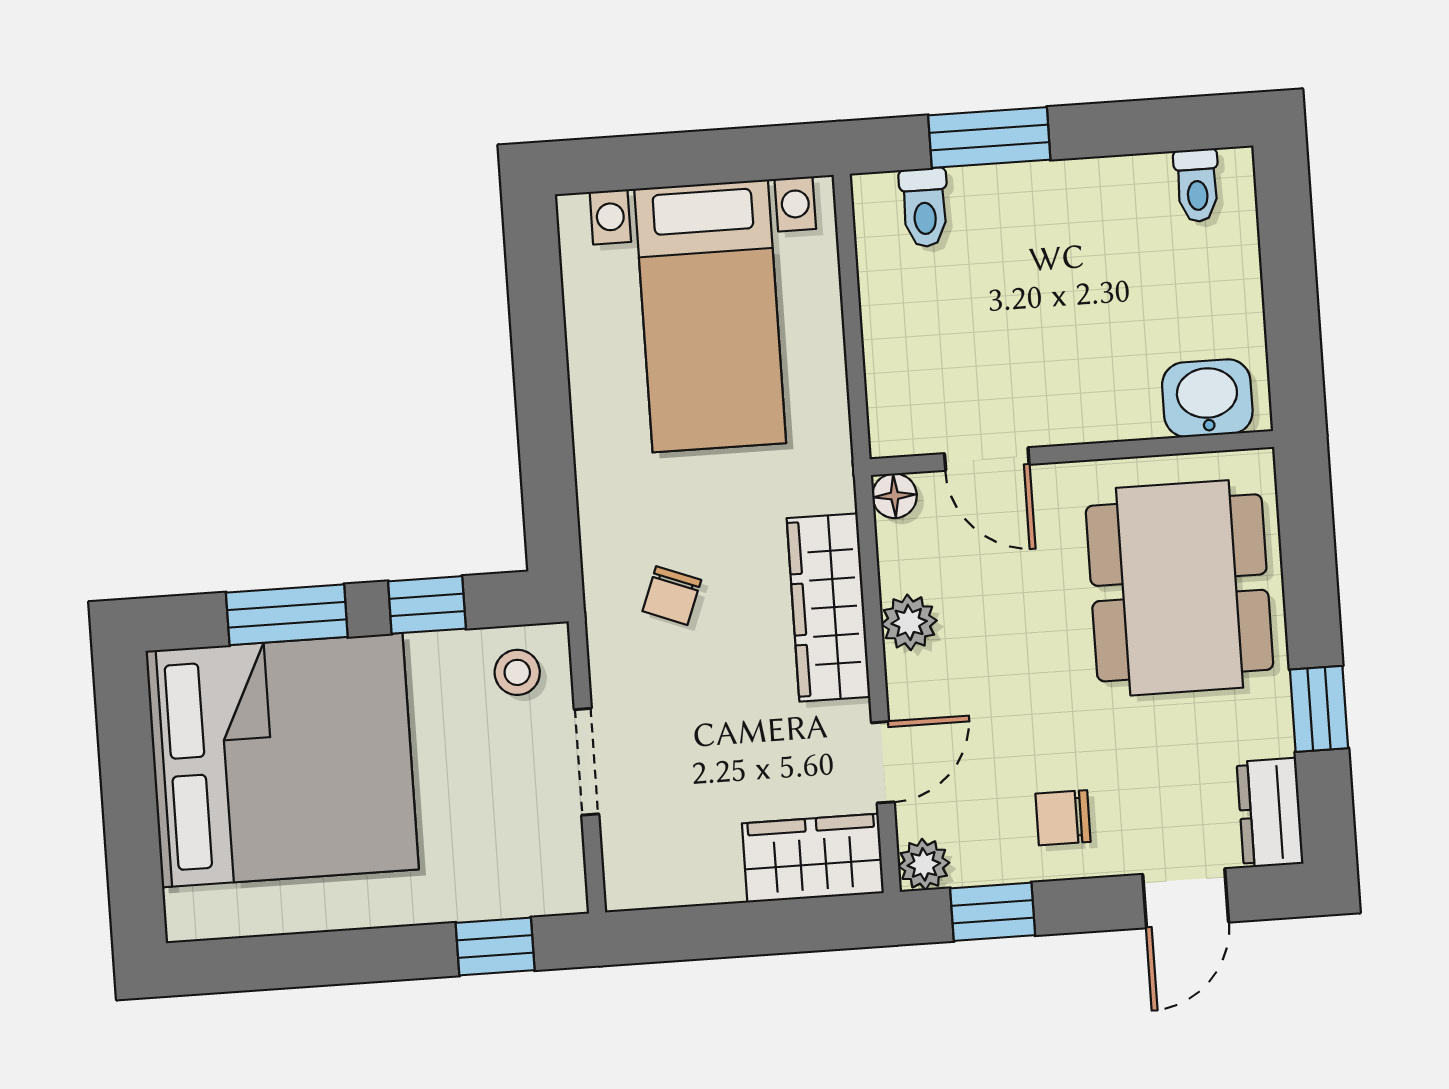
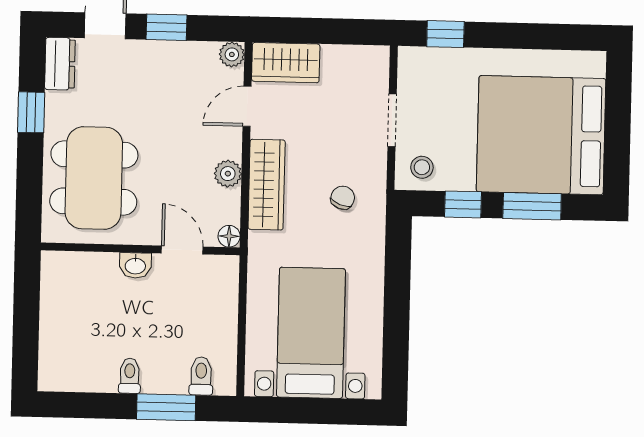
toilet: (1197, 185) -> (130, 376), moved
washbasin: (1207, 398) -> (135, 265), moved, width x0.72, depth x0.69
chair: (1063, 818) -> (161, 71), removed
window: (993, 912) -> (166, 27), moved

